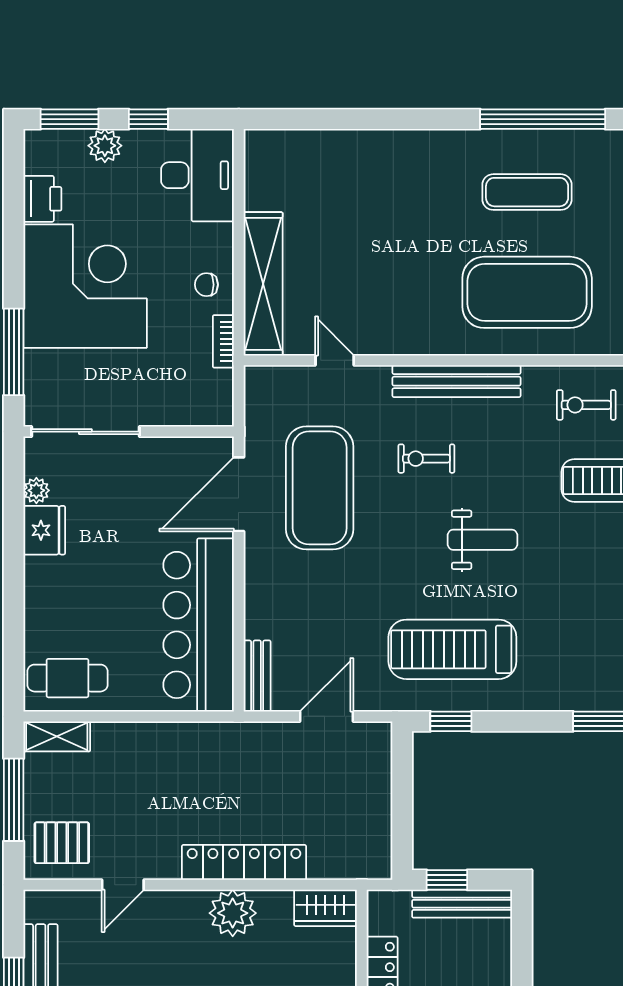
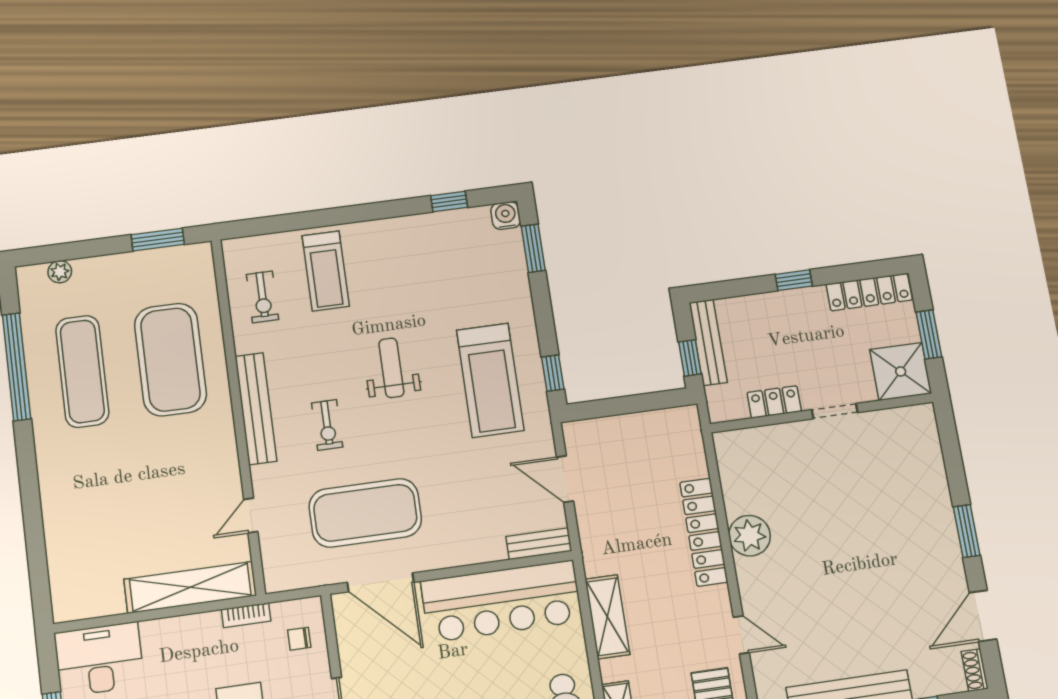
exercise mat: (527, 192) -> (82, 371), width x1.36, depth x1.45
chair: (206, 285) -> (299, 639), moved, turned 90
shelving: (164, 740) -> (607, 617), added
wardrobe: (325, 908) -> (731, 457), removed

